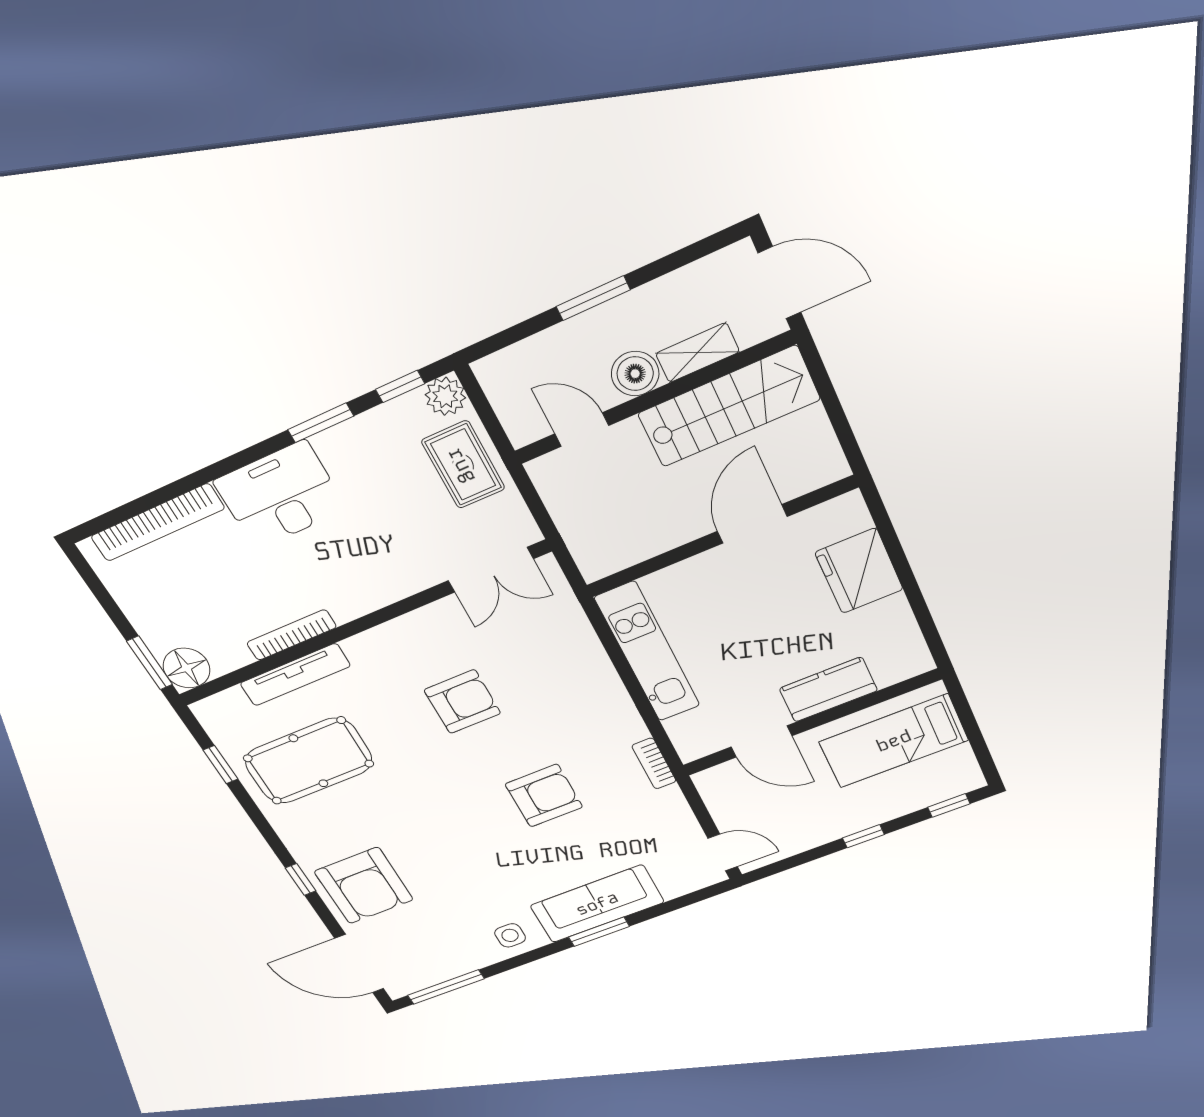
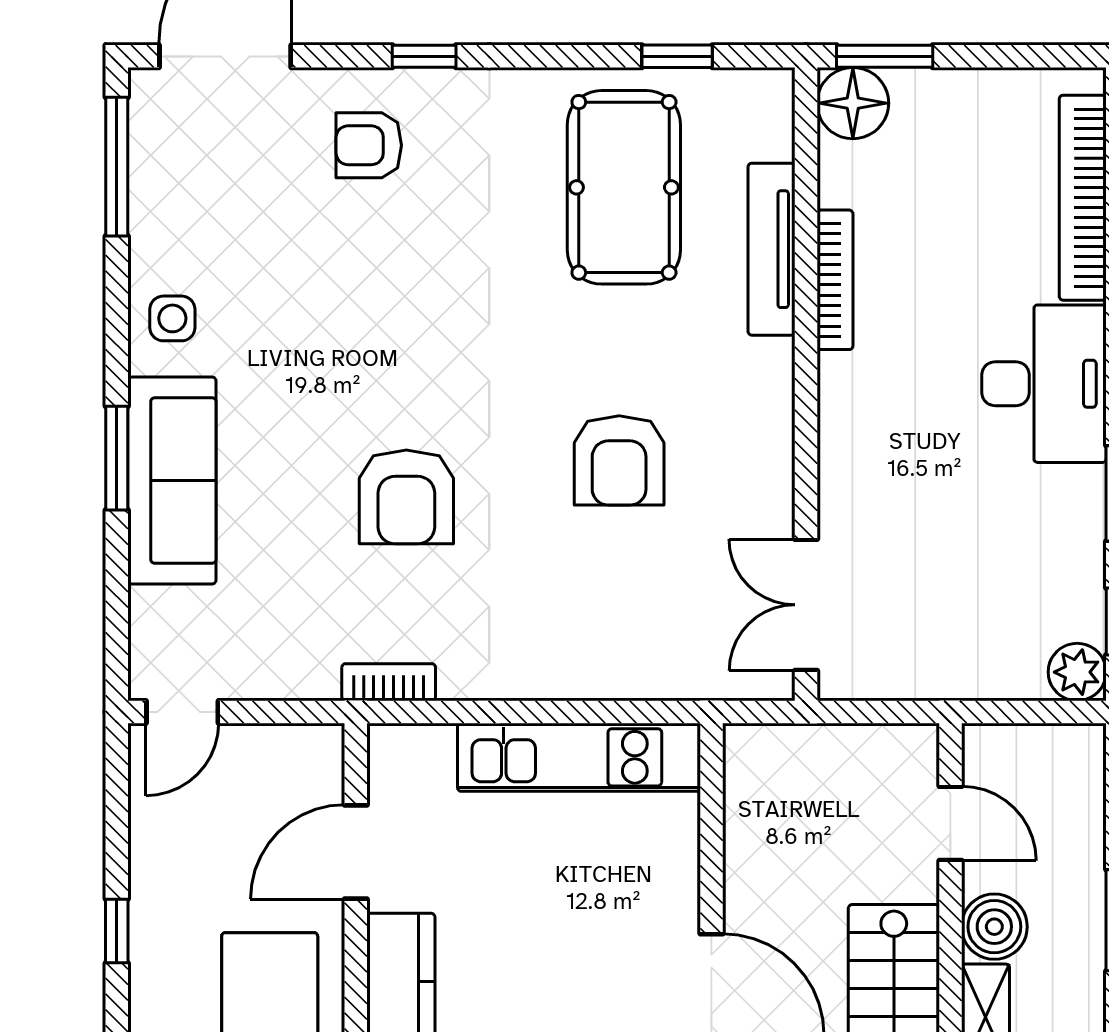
door: (582, 430) -> (950, 823), hinge flipped
rug: (463, 465) -> (974, 647), removed
armchair: (364, 886) -> (369, 145), width x0.53, depth x0.53

